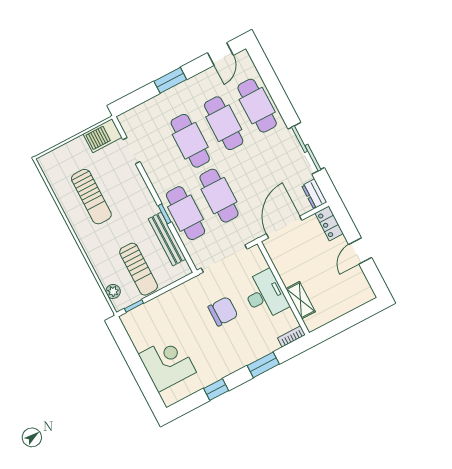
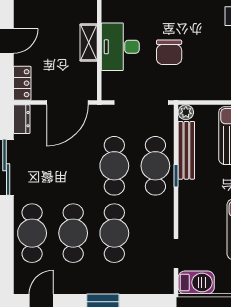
plant: (184, 270) -> (186, 112), added
shelving: (301, 300) -> (89, 43), moved
chair: (223, 311) -> (169, 52), turned -90

